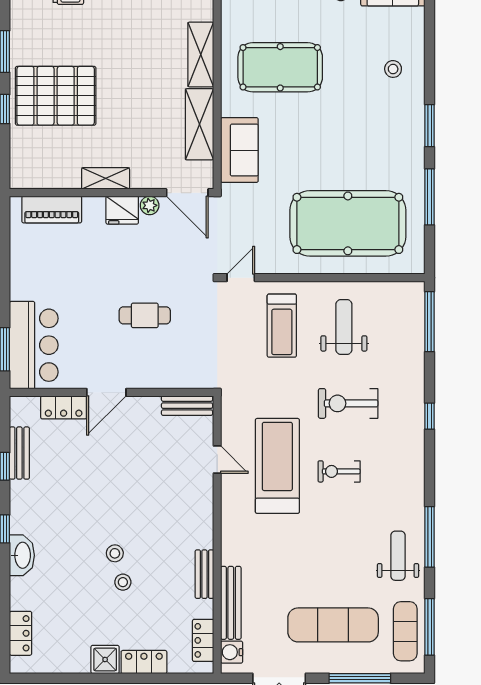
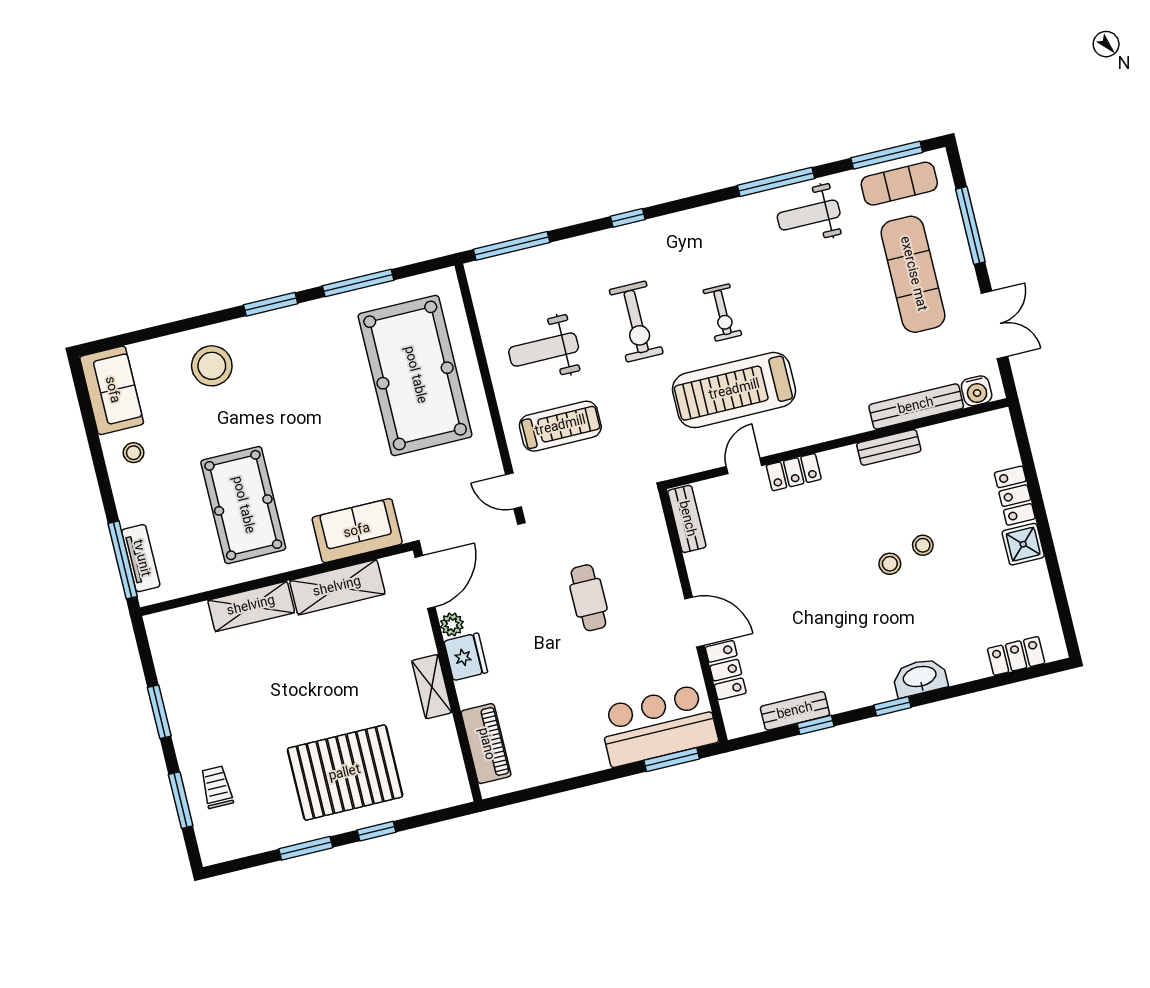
stool: (393, 69) -> (212, 366), width x1.89, depth x1.89
pallet: (56, 96) -> (345, 773), turned 90
locker: (203, 640) -> (794, 472), moved

